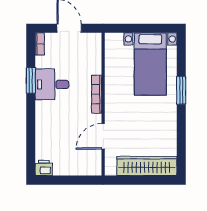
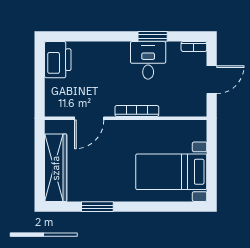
window: (181, 90) -> (97, 207), moved
door: (103, 136) -> (89, 118), swing flipped
printer: (44, 168) -> (58, 60), width x1.87, depth x1.48

